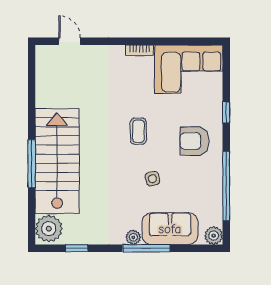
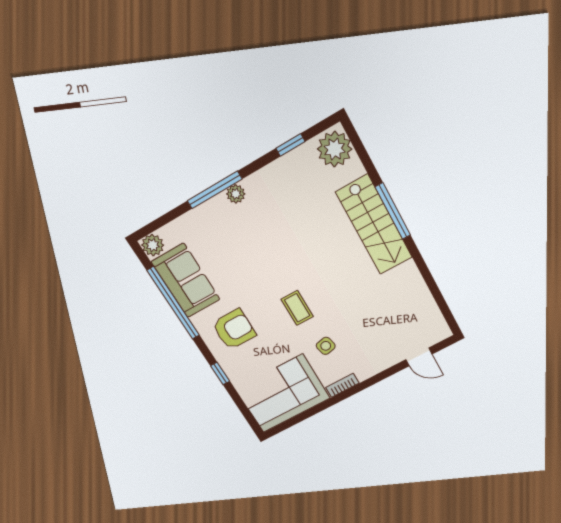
stairs: (57, 161) -> (374, 225), width x0.73, depth x0.66
side table: (152, 179) -> (326, 346), moved
sofa: (170, 229) -> (186, 281), moved, turned -90

